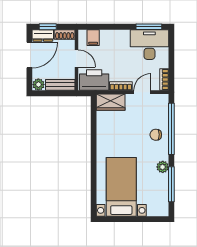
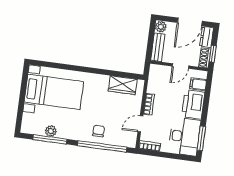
window: (48, 27) -> (213, 54), moved
door: (29, 55) -> (190, 22), hinge flipped
printer: (94, 80) -> (193, 104), moved, turned 180
door: (142, 92) -> (140, 124), swing flipped
wardrobe: (111, 102) -> (123, 85), moved, turned -90
plant: (163, 167) -> (51, 131), moved

